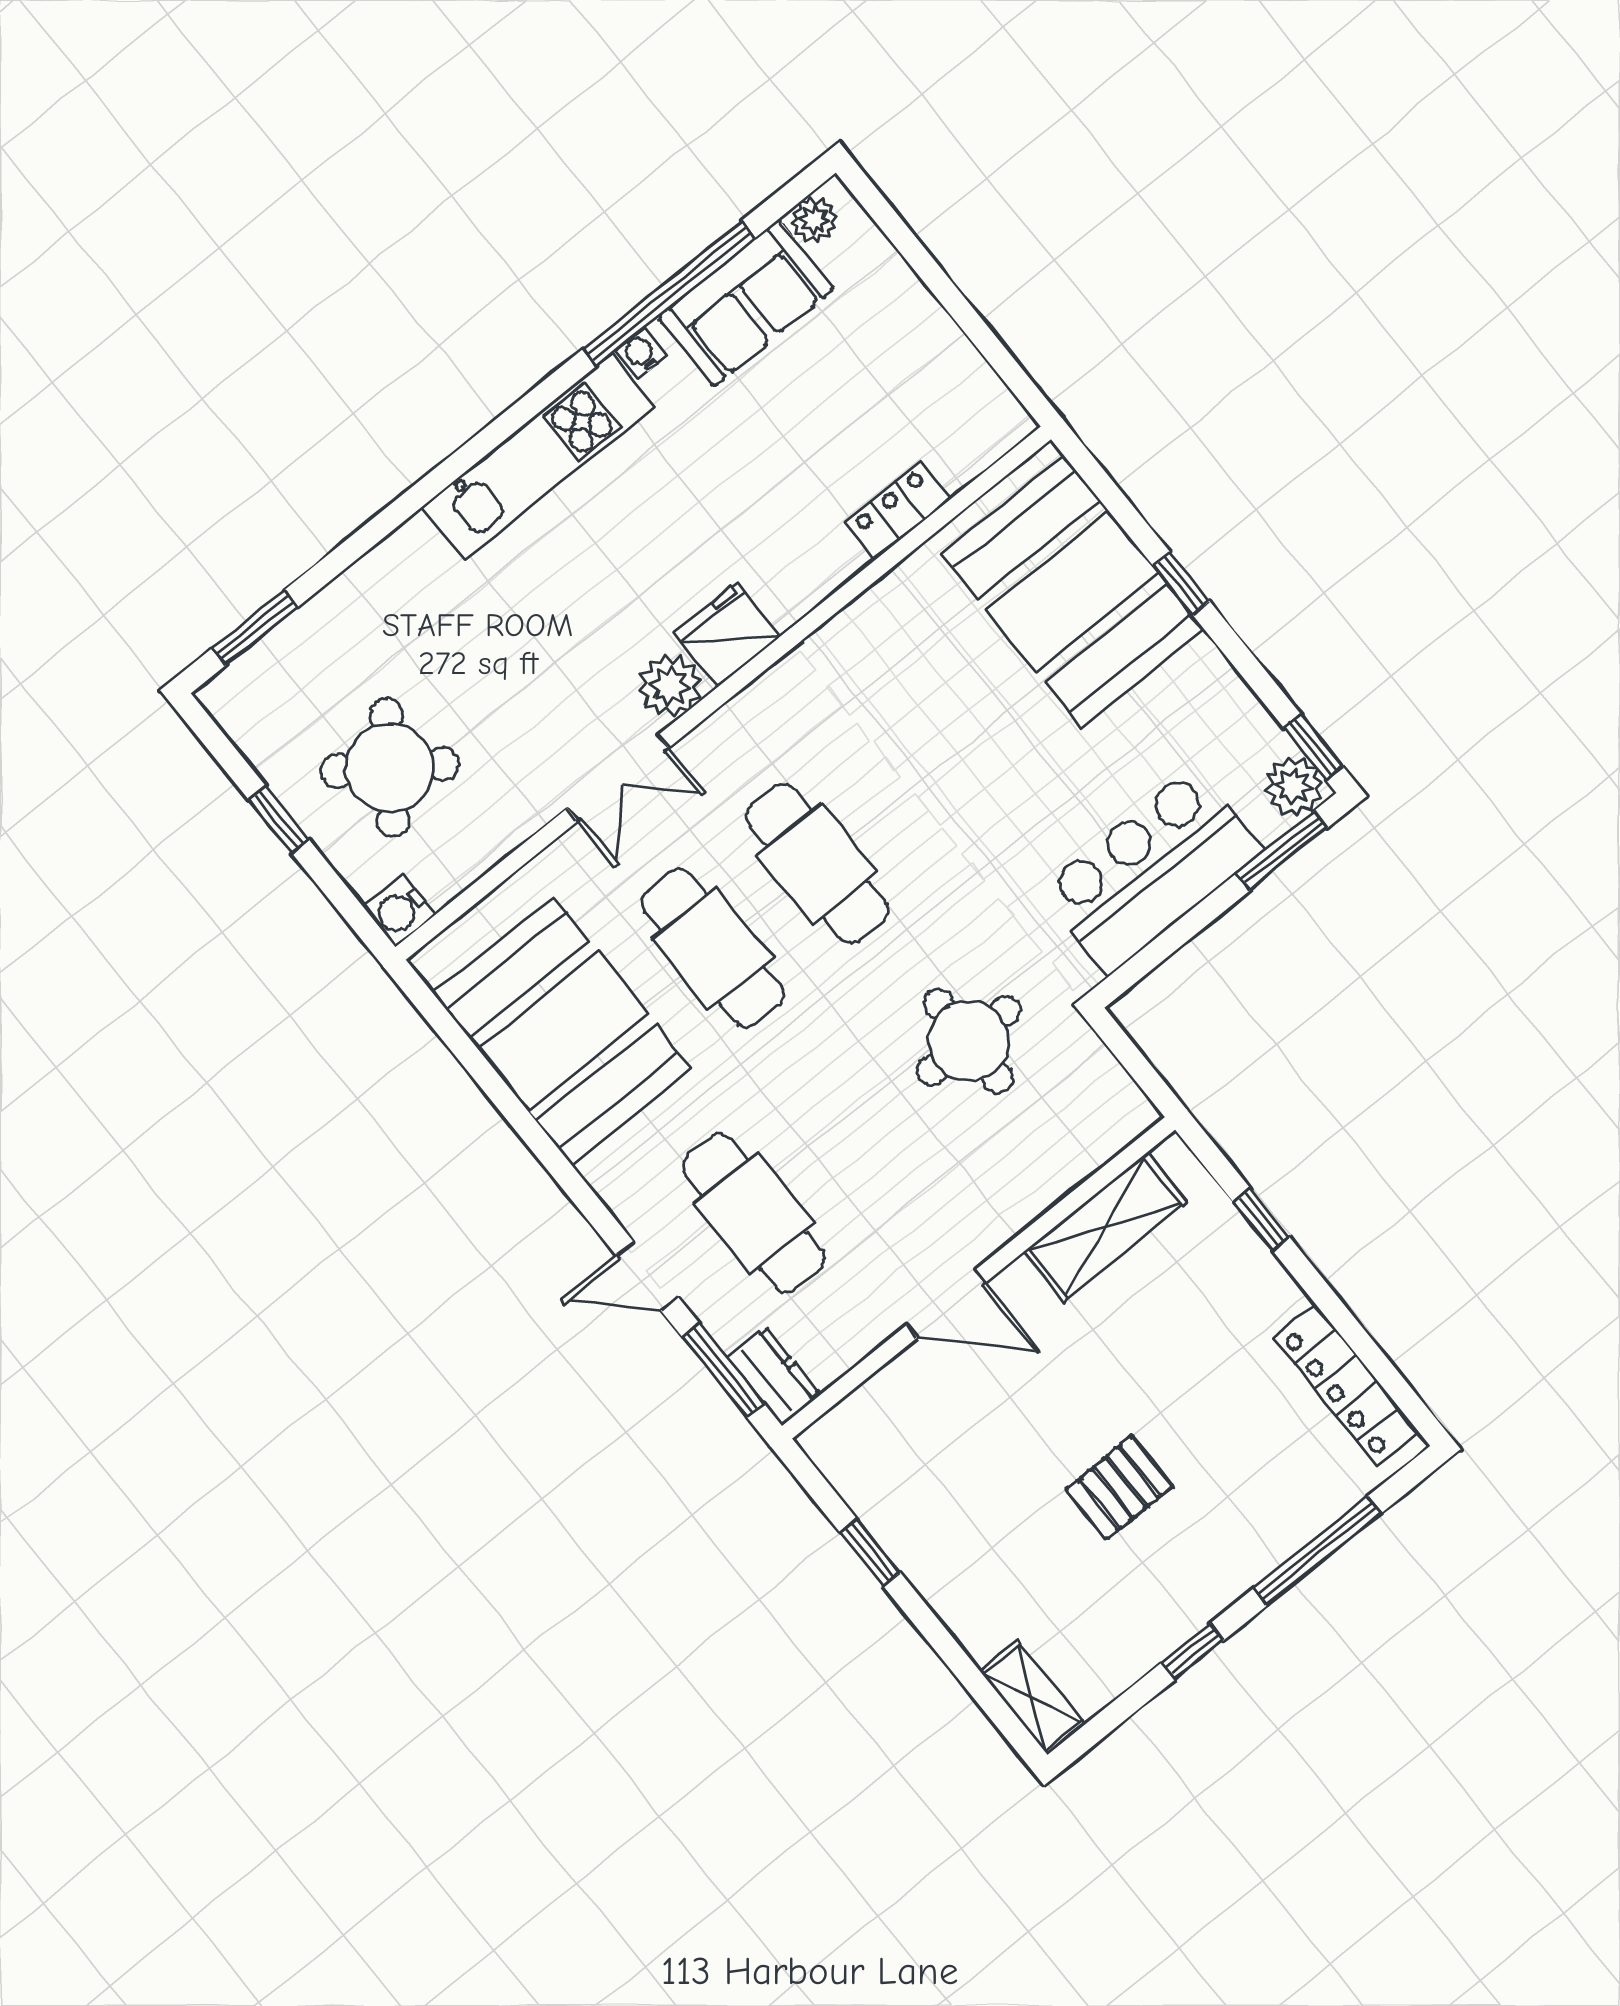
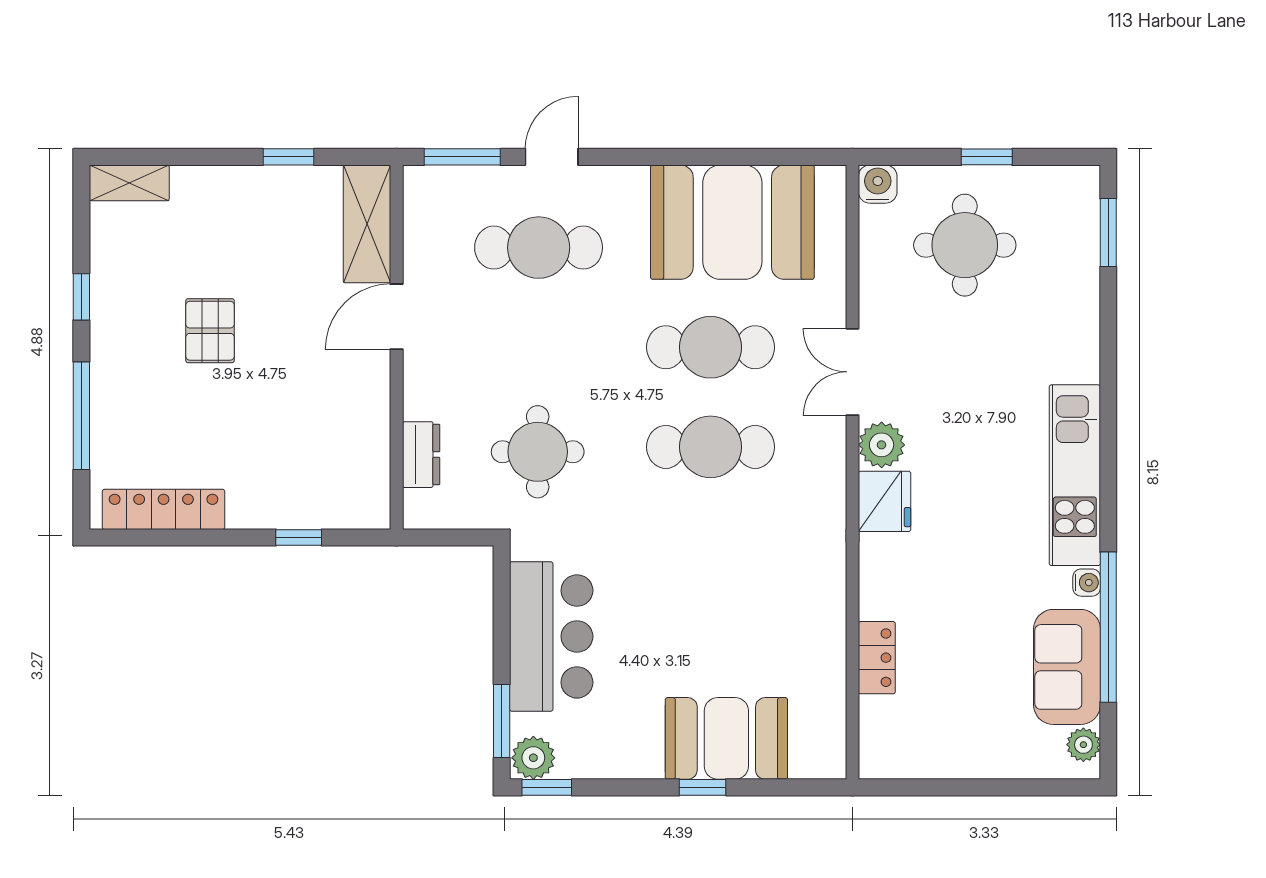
booth: (1073, 591) -> (726, 738), width x0.73, depth x0.70
round table: (390, 768) -> (965, 245), turned -35
shelving: (1105, 1227) -> (367, 224), moved
dresser: (773, 1376) -> (421, 455), moved, turned -90

